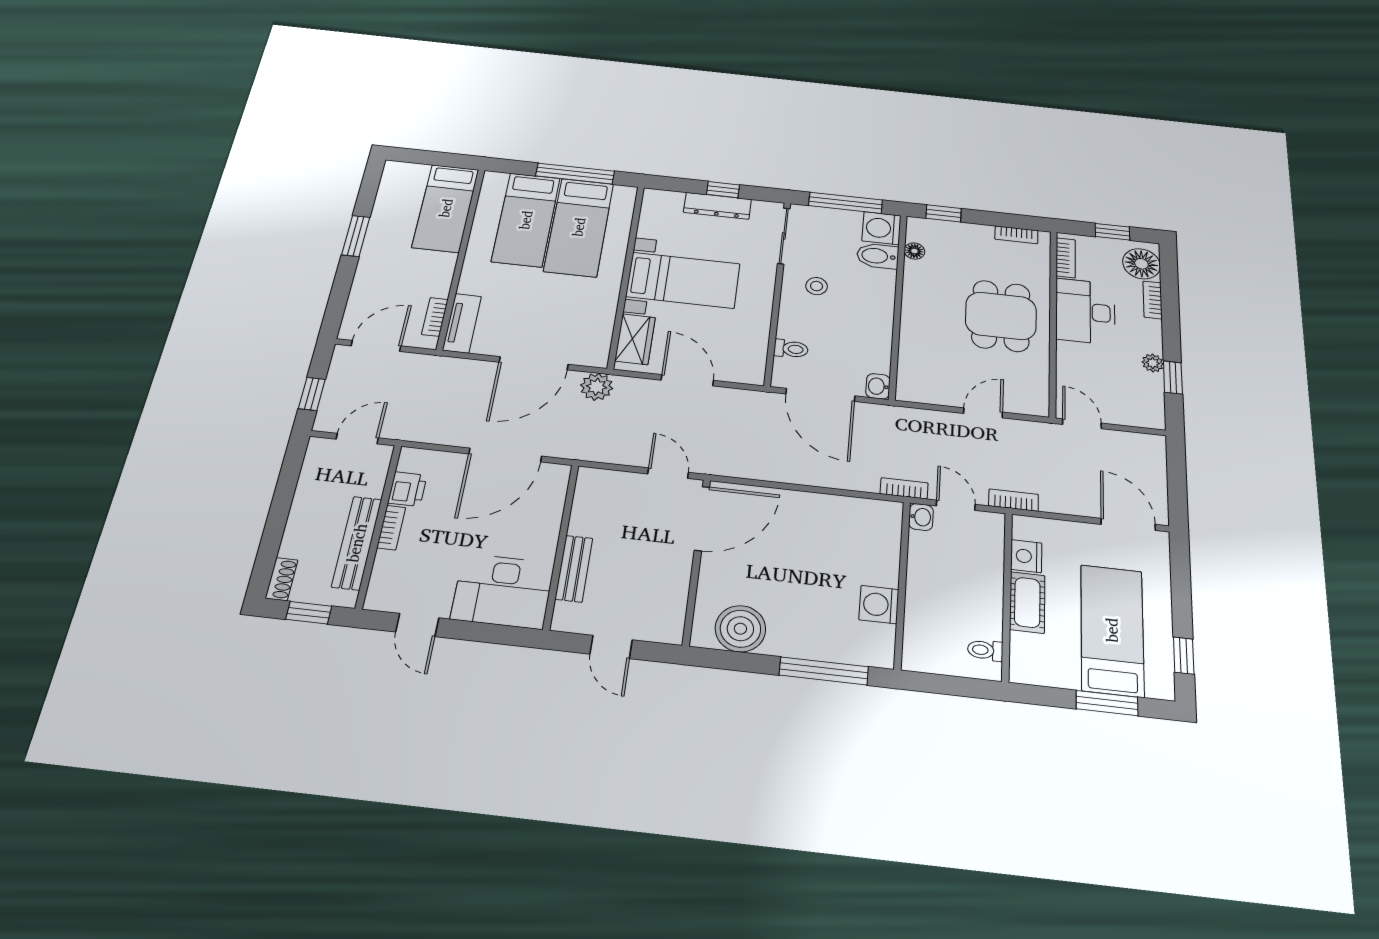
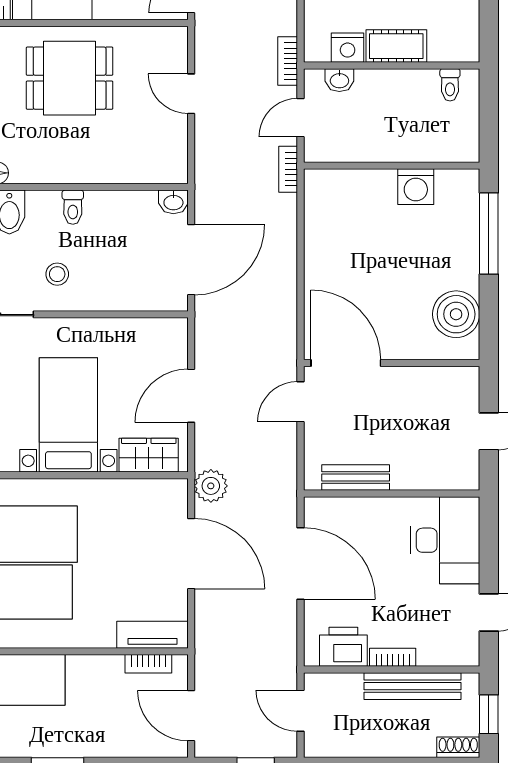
toilet: (791, 349) -> (73, 207), moved, turned 180
printer: (407, 489) -> (343, 647), width x1.36, depth x1.24
washbasin: (921, 517) -> (339, 80), moved, turned 180
bench: (574, 569) -> (356, 478), moved

